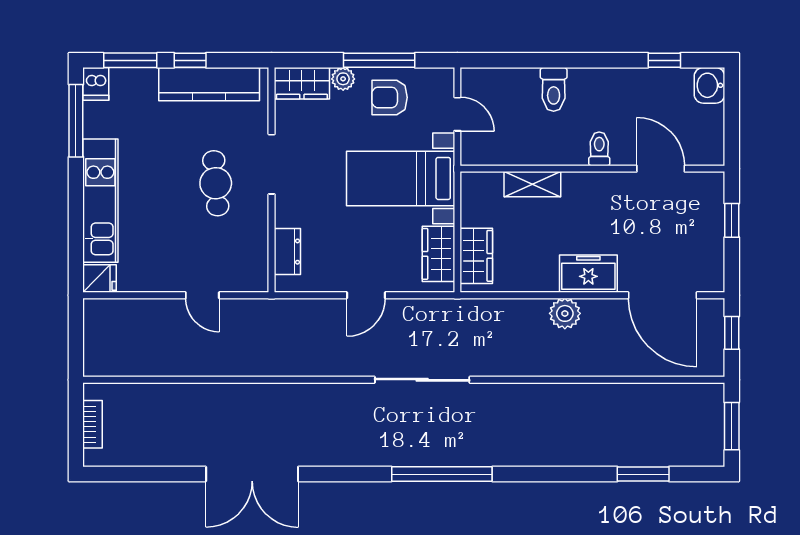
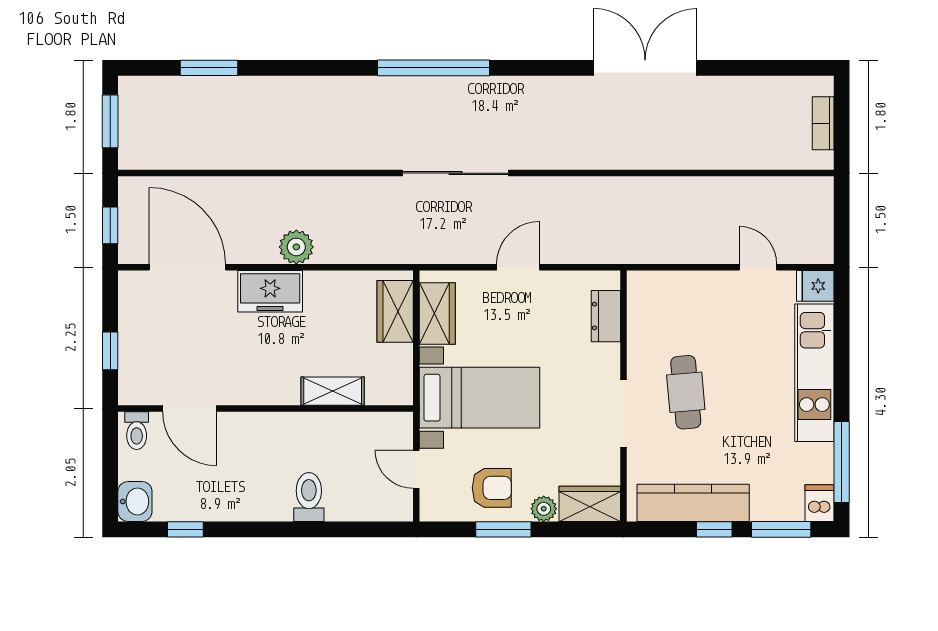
window: (379, 60) -> (503, 529), width x0.69
toilet: (599, 149) -> (137, 431), moved
door: (202, 295) -> (758, 267), moved

